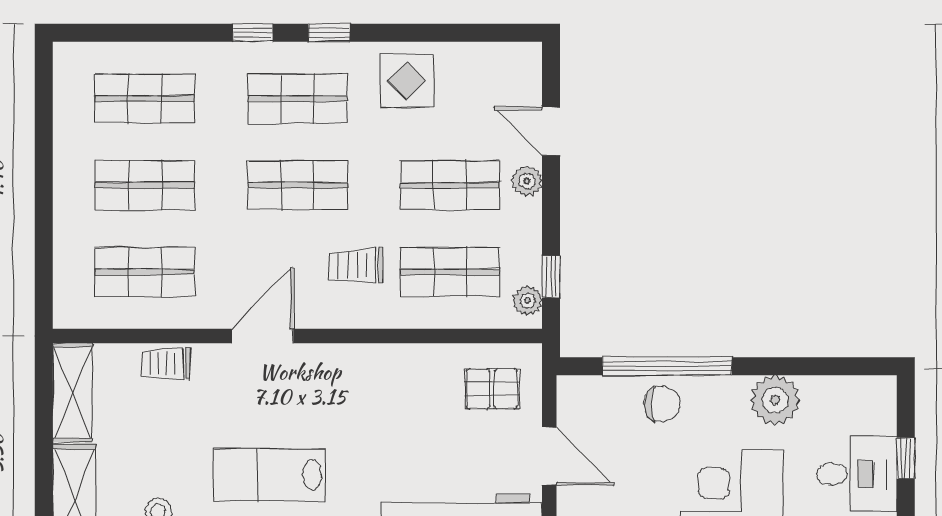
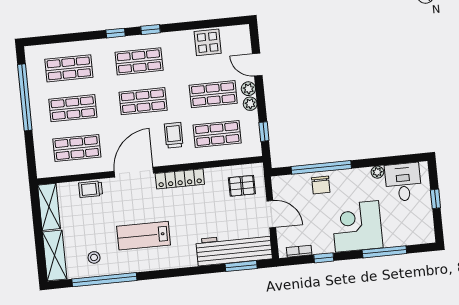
display table: (407, 81) -> (208, 42), moved
window: (44, 152) -> (25, 97), added
trolley: (356, 265) -> (174, 135), turned 90
plant: (527, 301) -> (250, 104), moved
door: (263, 336) -> (134, 172), width x1.36
locker: (360, 360) -> (180, 179), added
plant: (775, 400) -> (377, 172), width x0.53, depth x0.53
chair: (662, 404) -> (321, 185), turned 90
desk: (857, 474) -> (403, 182), moved, turned -90

